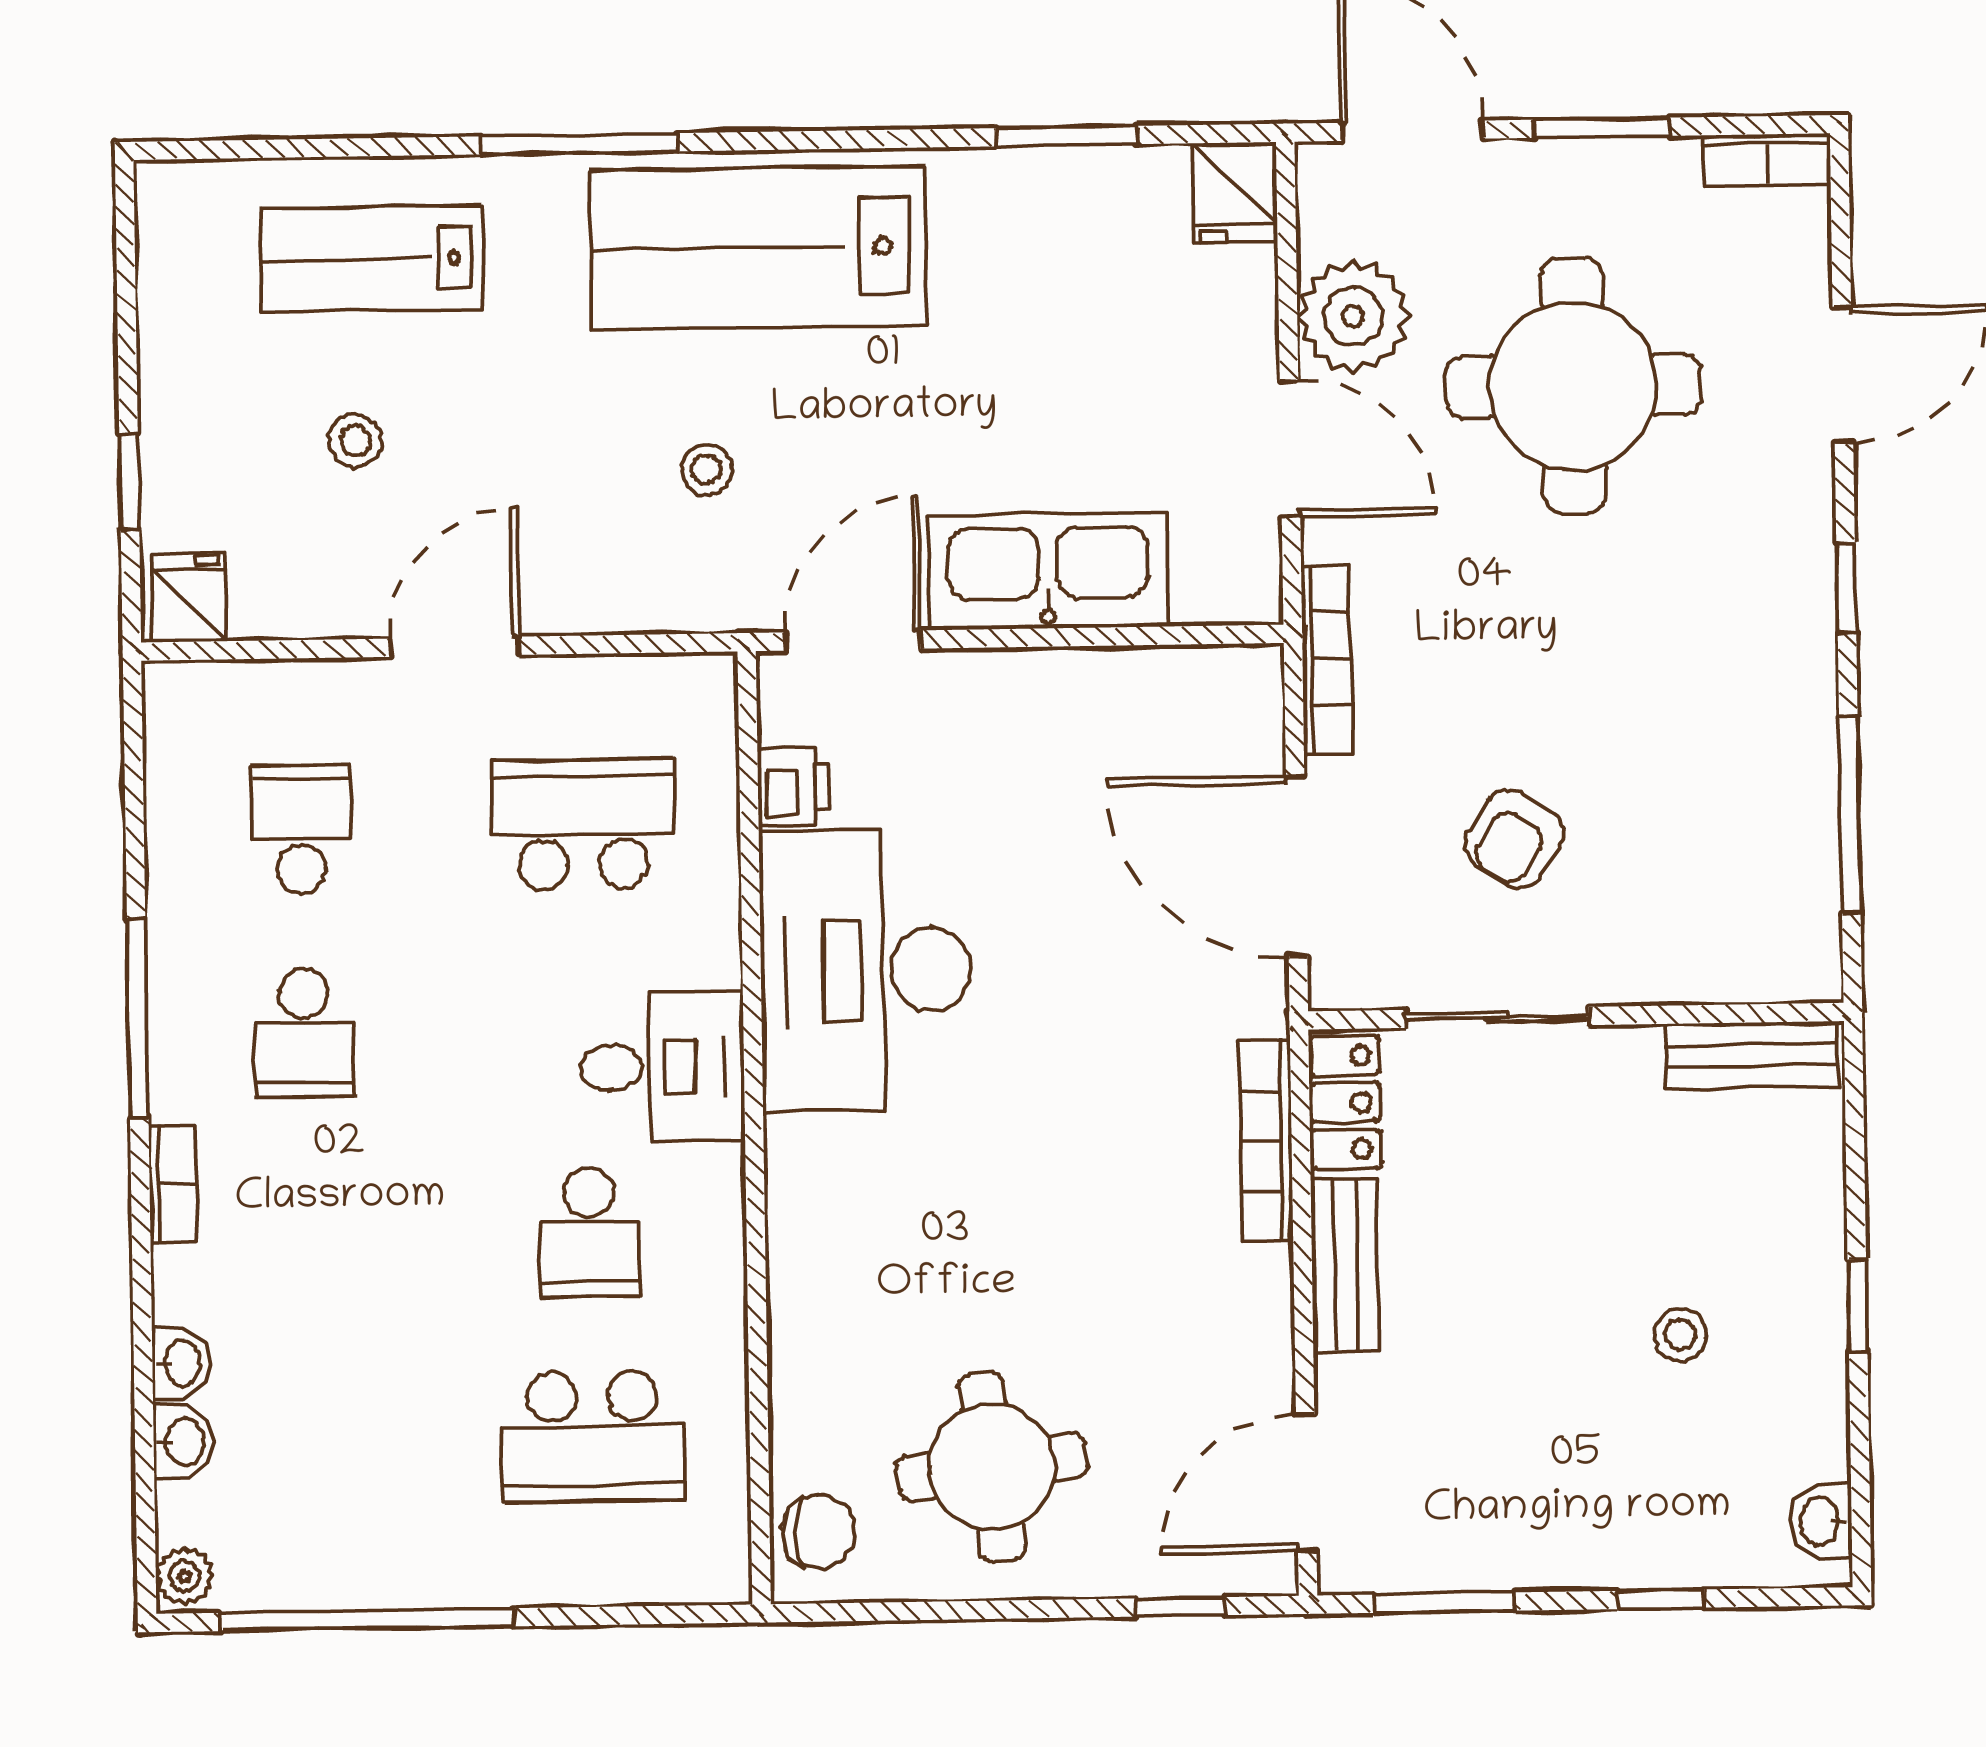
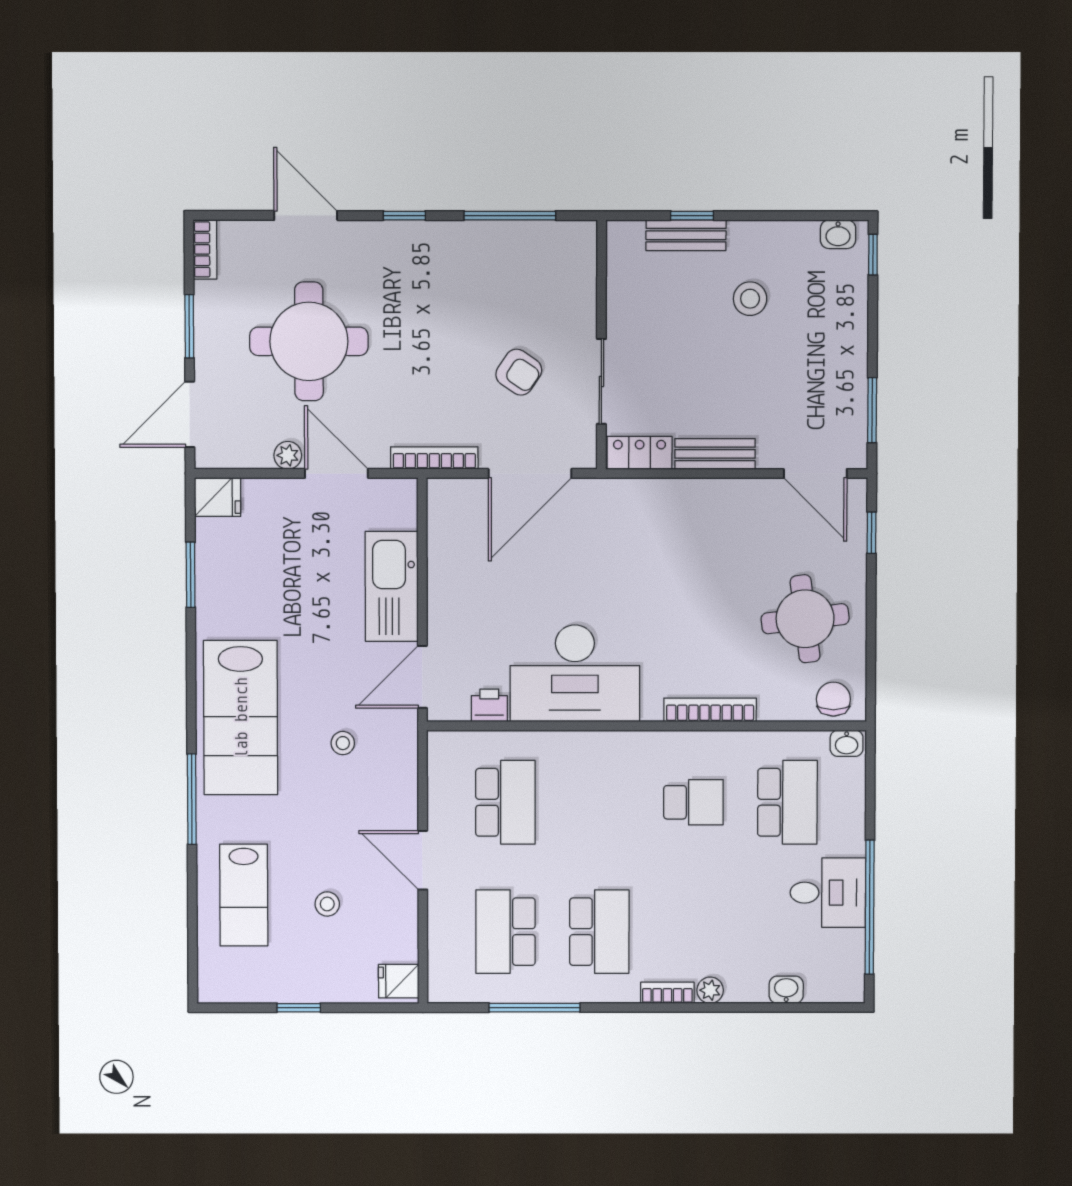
plant: (1353, 316) -> (288, 455), width x0.53, depth x0.53
door: (1290, 449) -> (336, 473), hinge flipped
window: (129, 482) -> (299, 1008), moved
door: (853, 640) -> (422, 677), hinge flipped
school desk: (583, 824) -> (505, 802), turned 180
school desk: (301, 829) -> (505, 932), width x1.85
window: (138, 1019) -> (535, 1008), moved
school desk: (304, 1033) -> (599, 932), width x1.85
bench: (1752, 1055) -> (686, 235), moved, turned 90
desk: (662, 1067) -> (828, 893), moved, turned 90
bookcase: (1266, 1141) -> (710, 710), moved, turned 180
window: (1858, 1306) -> (692, 216), moved
stool: (1680, 1335) -> (750, 299), width x1.37, depth x1.37
washbasin: (181, 1363) -> (847, 743), moved, turned 180
plant: (184, 1576) -> (710, 990), moved
window: (1661, 1599) -> (873, 255), moved

